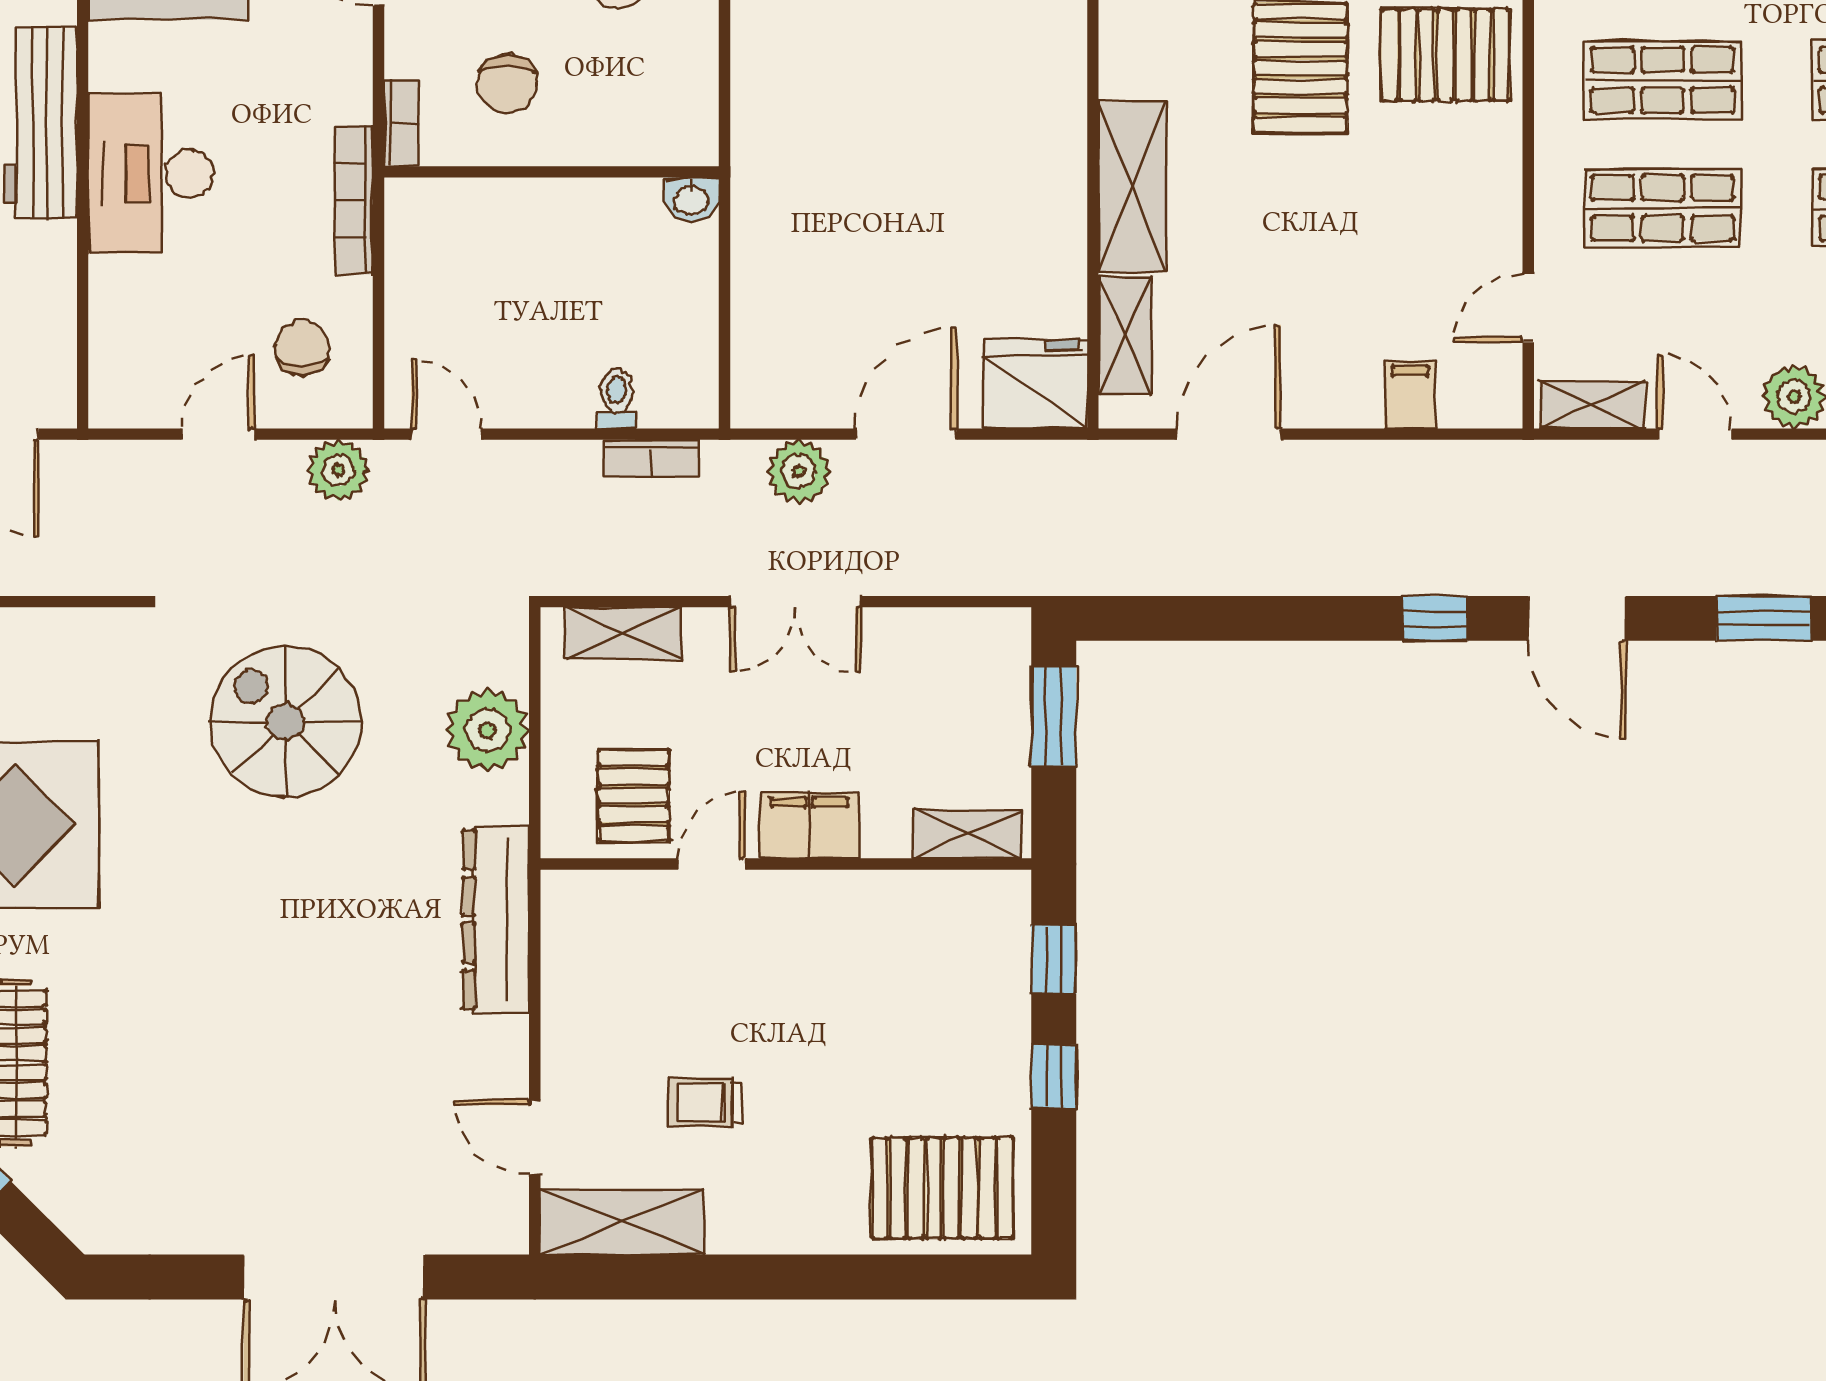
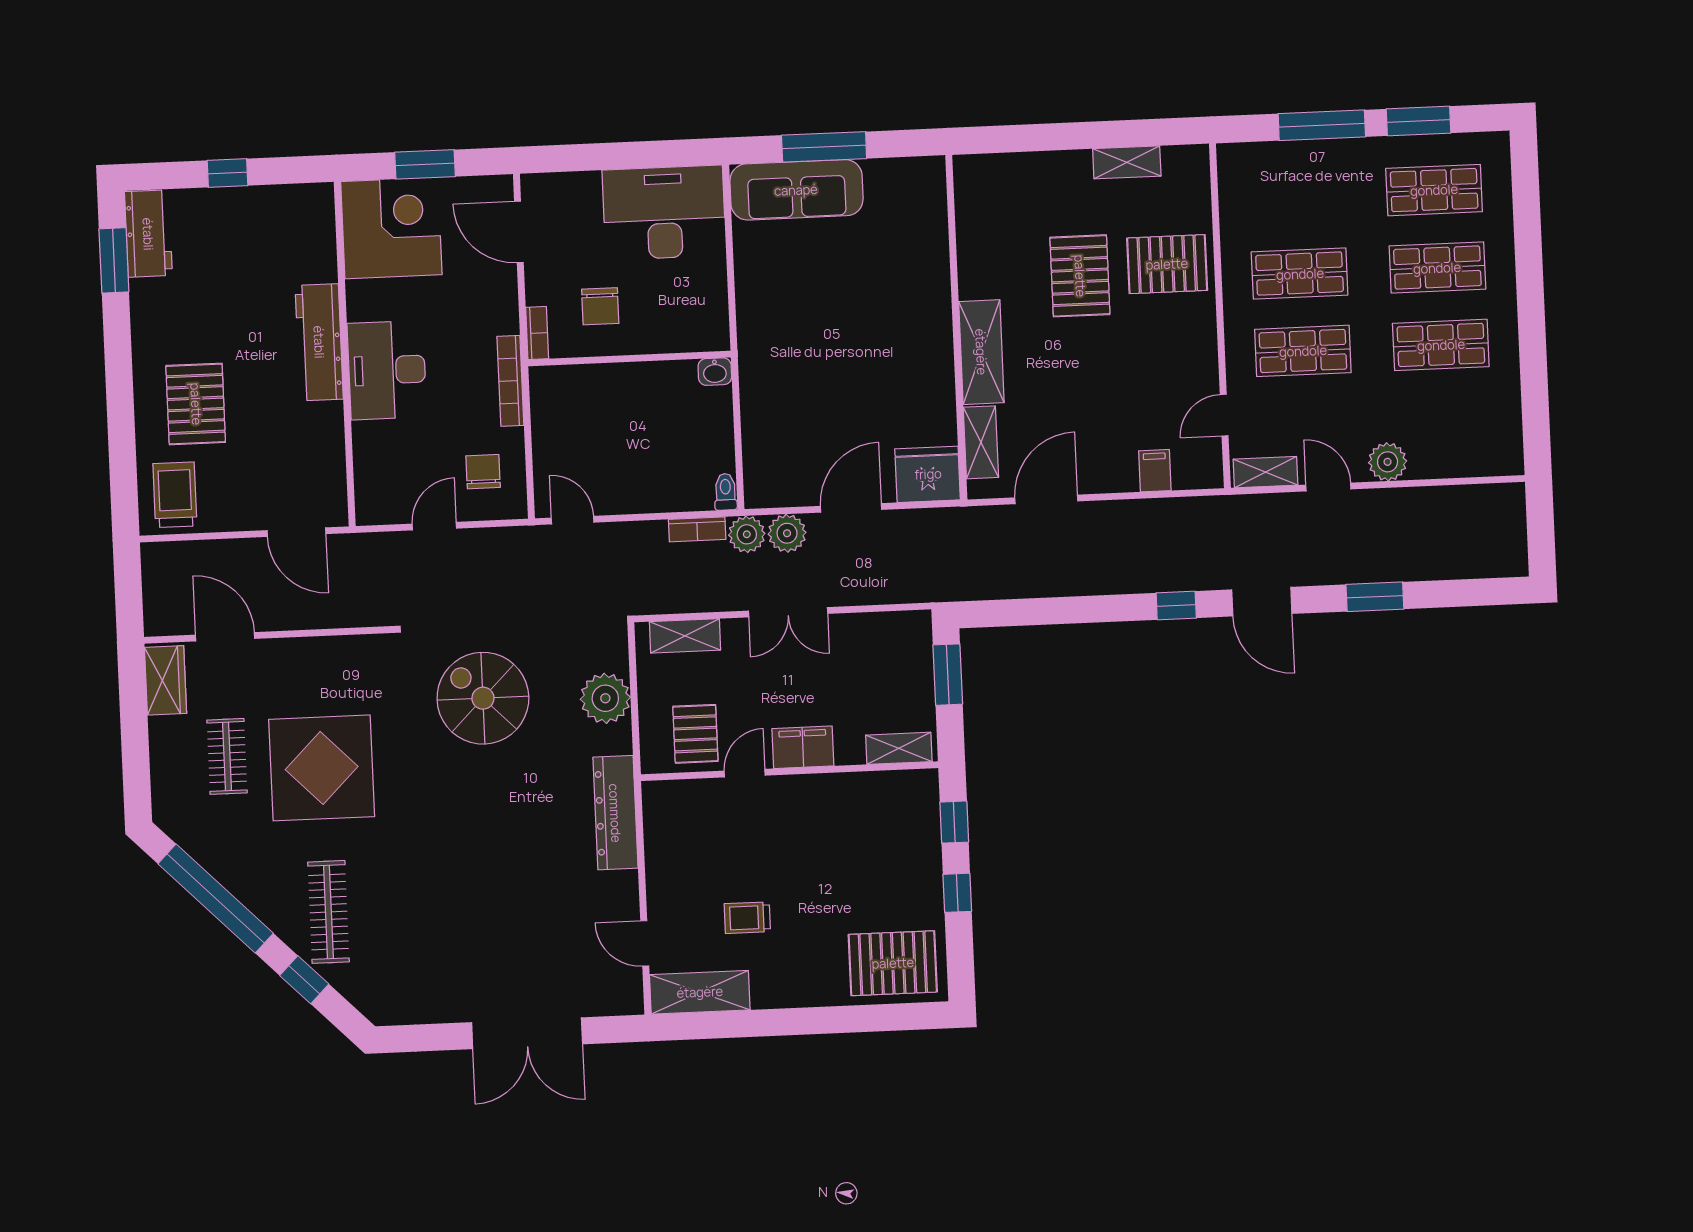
toilet: (616, 399) -> (726, 492), moved
plant: (338, 470) -> (747, 534), moved

